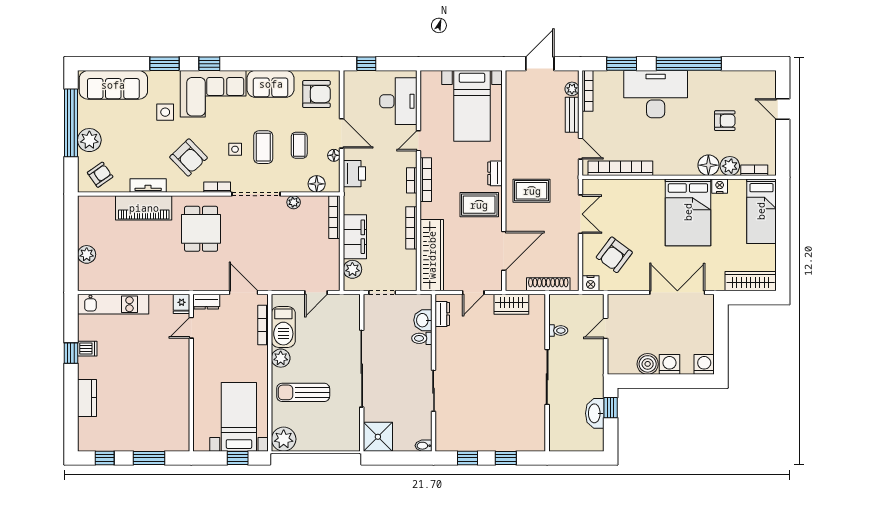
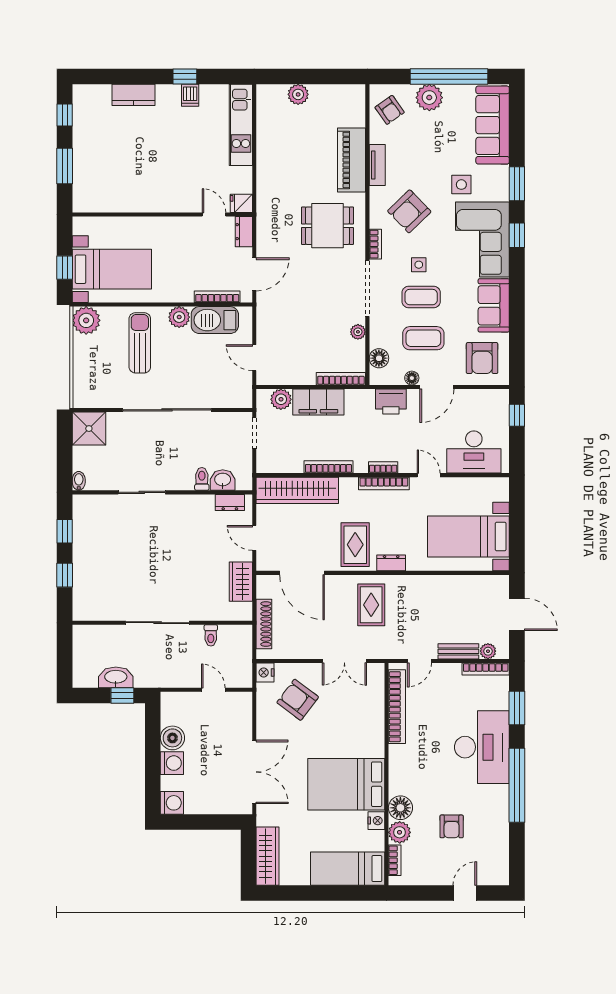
coffee table: (299, 145) -> (423, 338), width x1.36, depth x1.30

